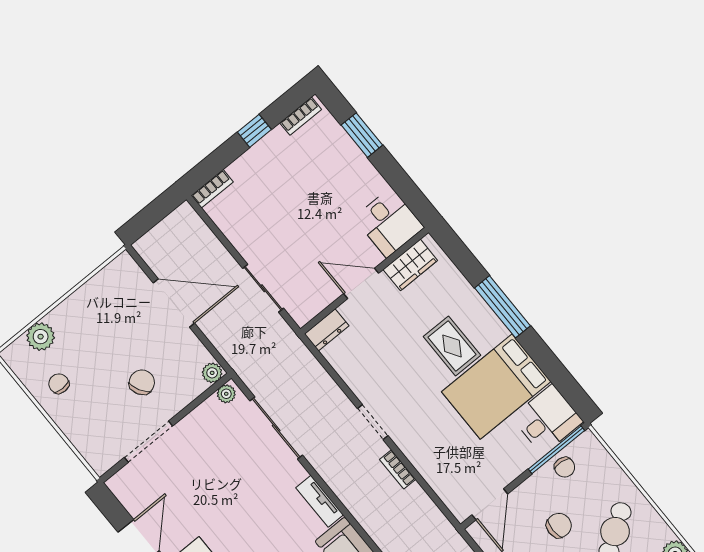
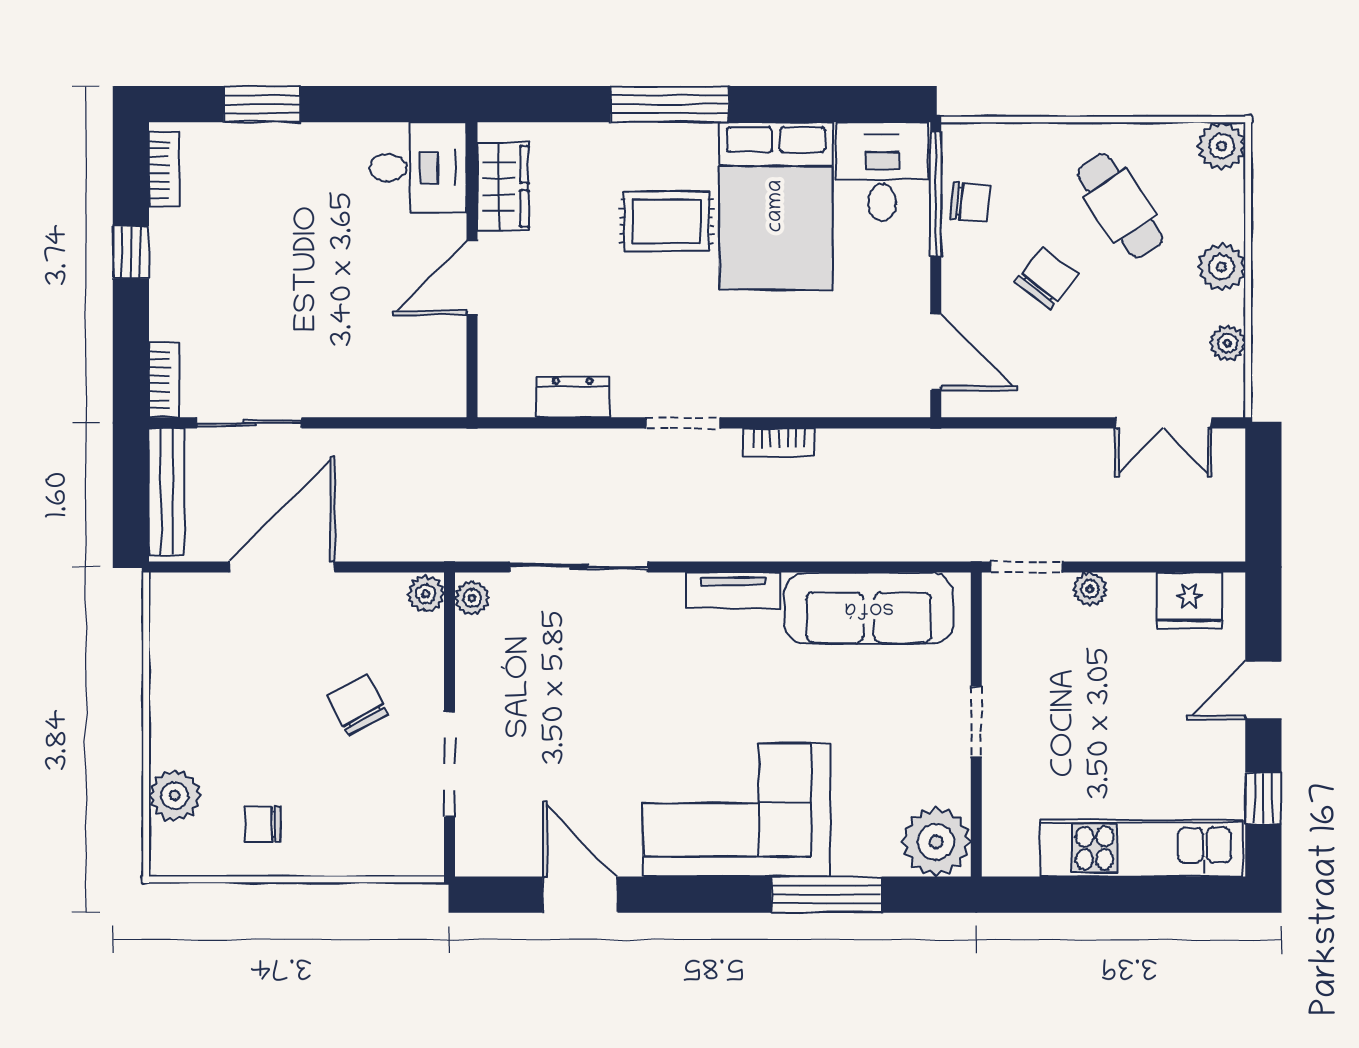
bench: (166, 228) -> (167, 492), added
sliding door: (263, 288) -> (249, 423), moved
dresser: (327, 330) -> (573, 397), moved, turned -90
chair: (559, 525) -> (1046, 278), turned 38

